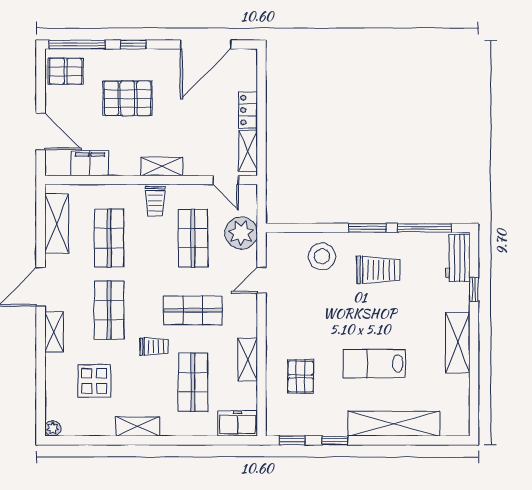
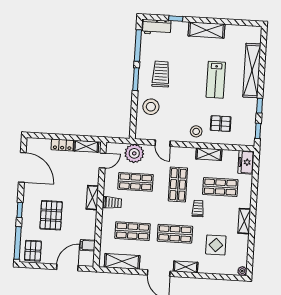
filing cabinet: (90, 163) -> (88, 245), width x0.50
stool: (285, 336) -> (196, 131), added

